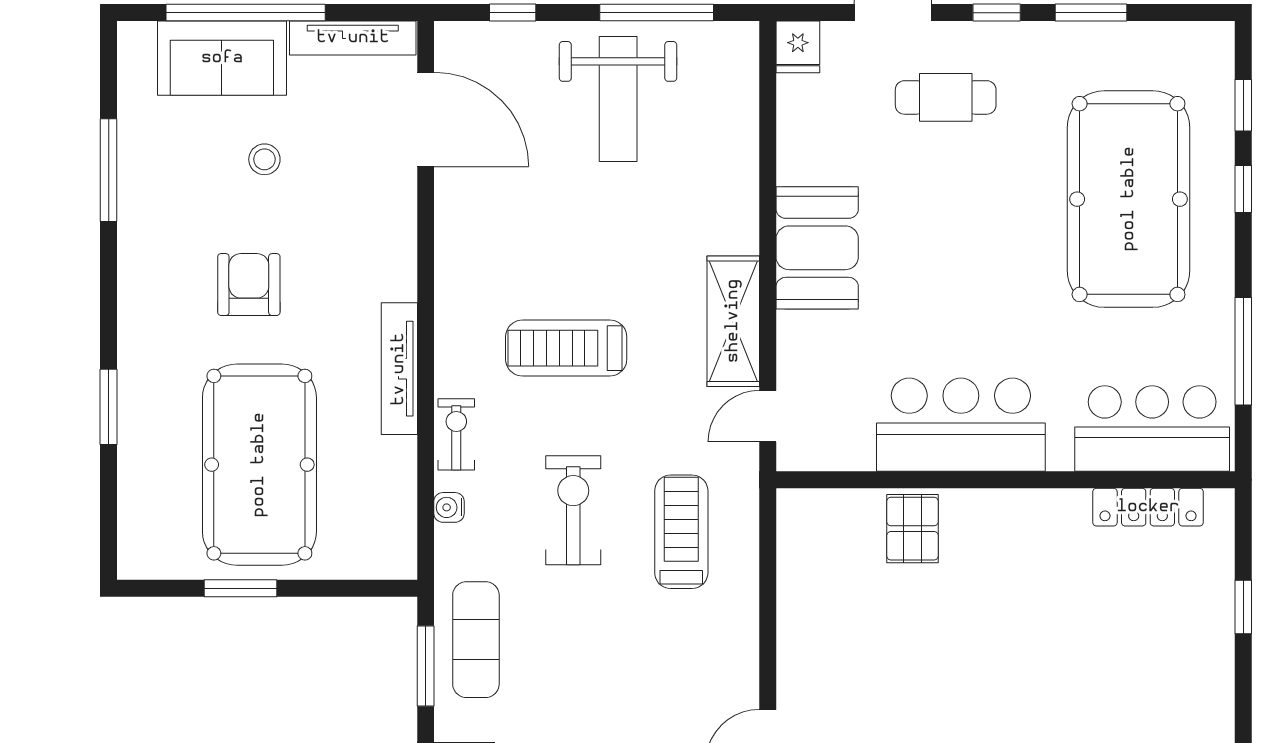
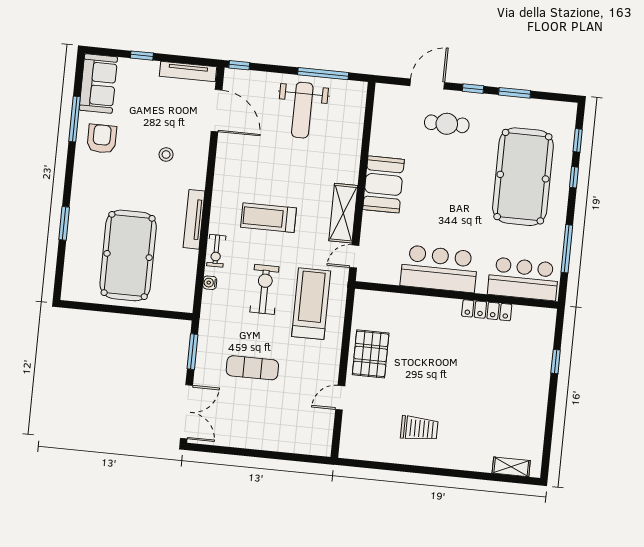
window: (246, 13) -> (142, 56), width x0.32
window: (513, 13) -> (239, 65), moved
fridge: (798, 47) -> (384, 95), removed
sofa: (222, 58) -> (98, 84), moved, turned -90
stool: (264, 159) -> (166, 155), moved
armchair: (249, 285) -> (102, 139), moved
exercise bike: (456, 434) -> (216, 251), turned 180
locker: (1148, 507) -> (487, 310), moved
pallet: (912, 529) -> (371, 354), moved, width x1.50, depth x1.42
treadmill: (681, 532) -> (311, 304), width x1.37, depth x1.38
window: (241, 588) -> (114, 309), removed
exercise mat: (476, 640) -> (252, 368), moved, turned 90

